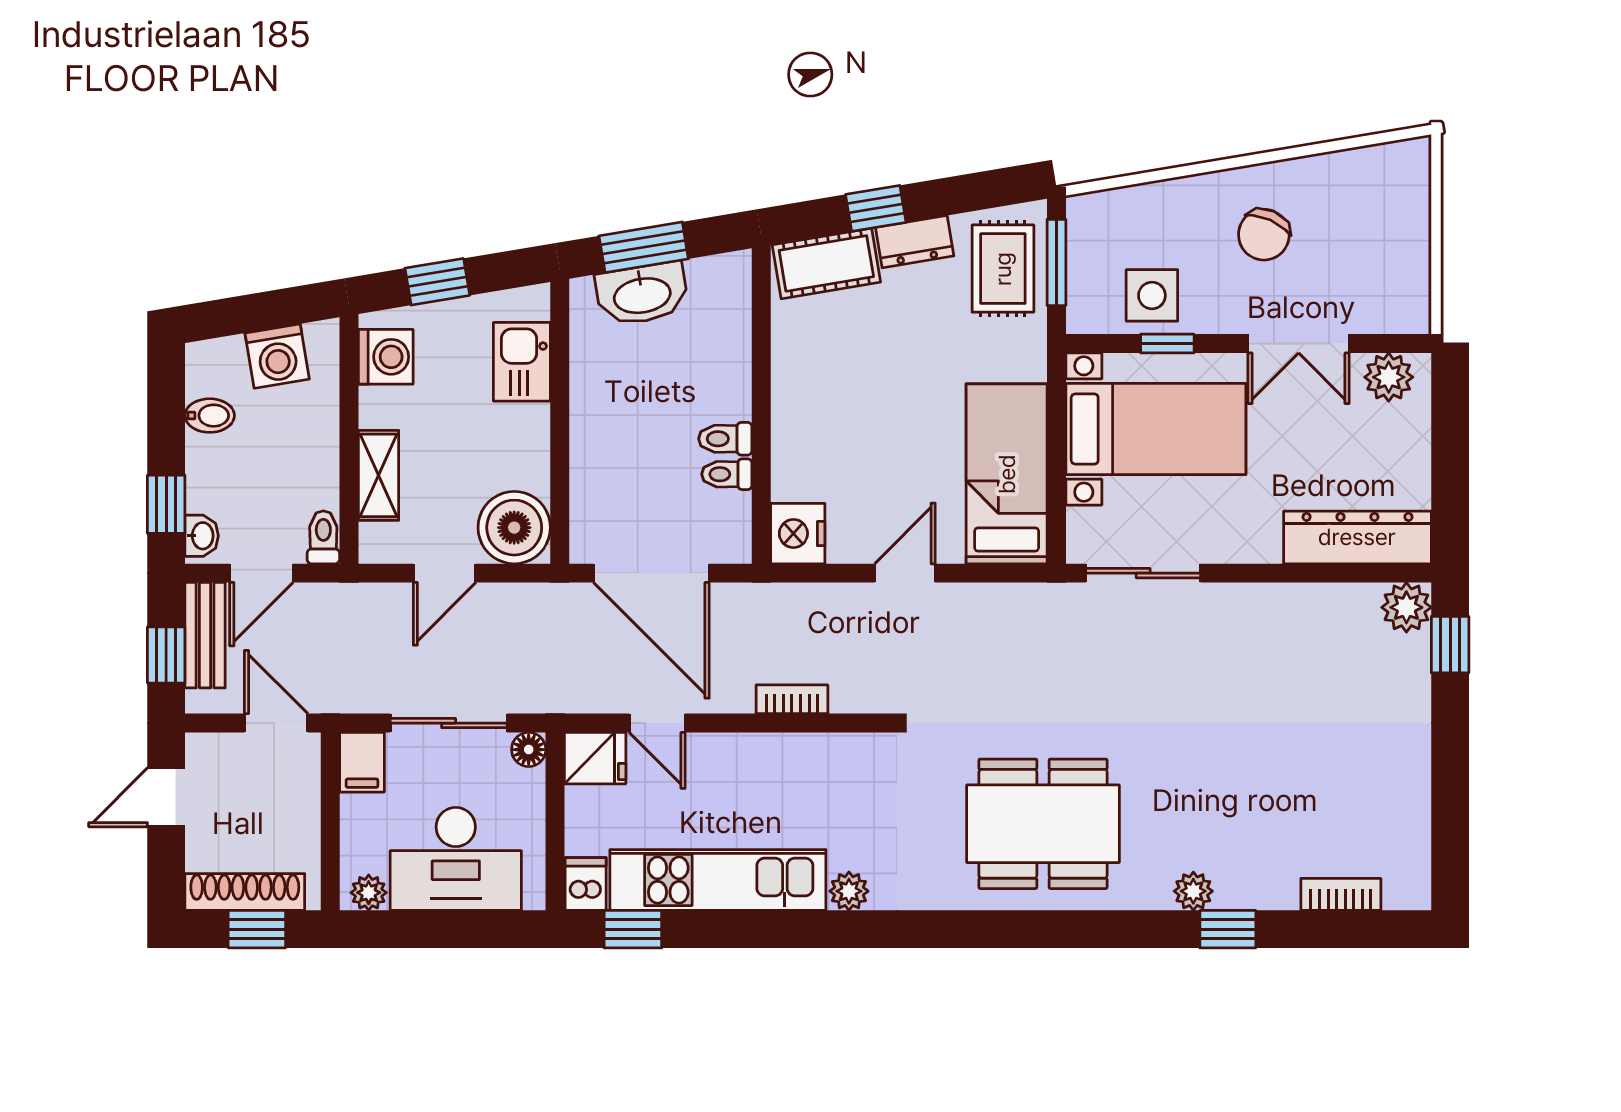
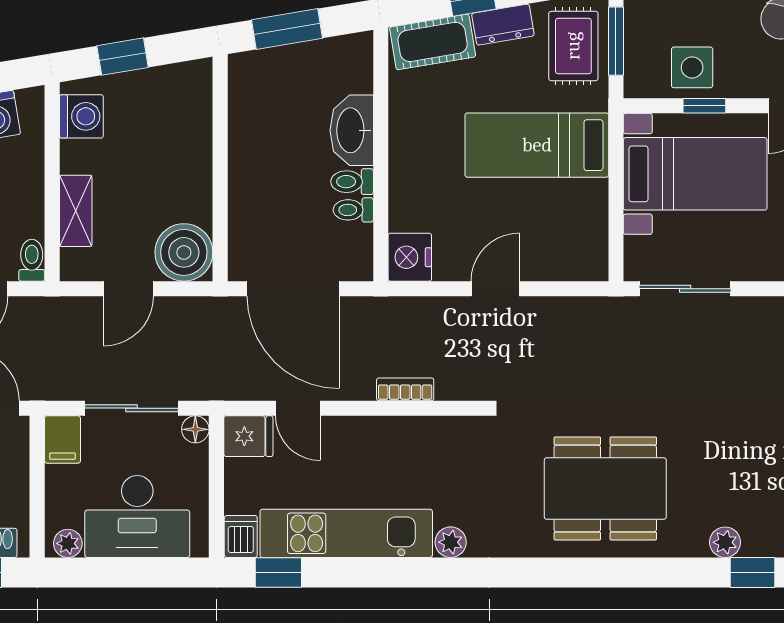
washbasin: (642, 294) -> (352, 130), moved, turned 100
kitchen sink: (522, 362) -> (190, 120), removed
bed: (1007, 474) -> (537, 145), moved, turned -90

